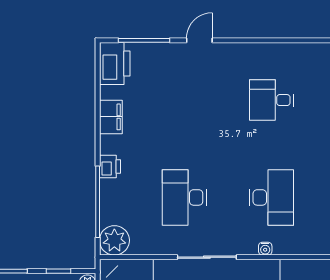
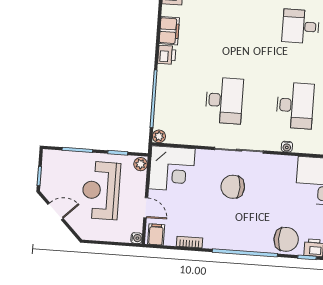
printer: (110, 166) -> (167, 55), moved
desk: (184, 197) -> (224, 100), turned 180
plant: (114, 240) -> (159, 136), width x0.53, depth x0.53

